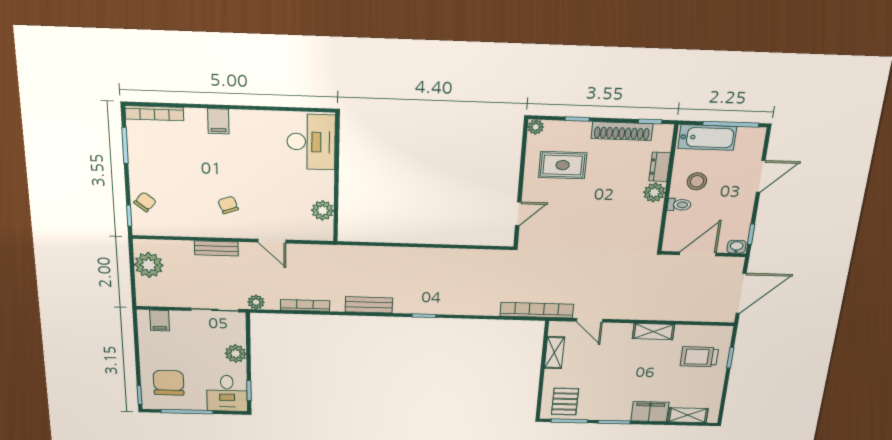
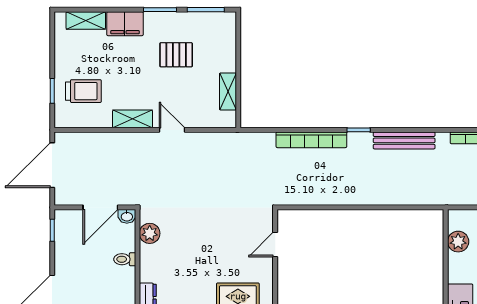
stool: (697, 181) -> (111, 284), removed
plant: (654, 192) -> (150, 233), moved
washbasin: (737, 247) -> (127, 216), moved
bench: (369, 305) -> (404, 140), width x1.36
bookcase: (537, 310) -> (311, 140), moved
door: (590, 320) -> (172, 130), moved
pallet: (565, 402) -> (176, 55), moved, turned 90

